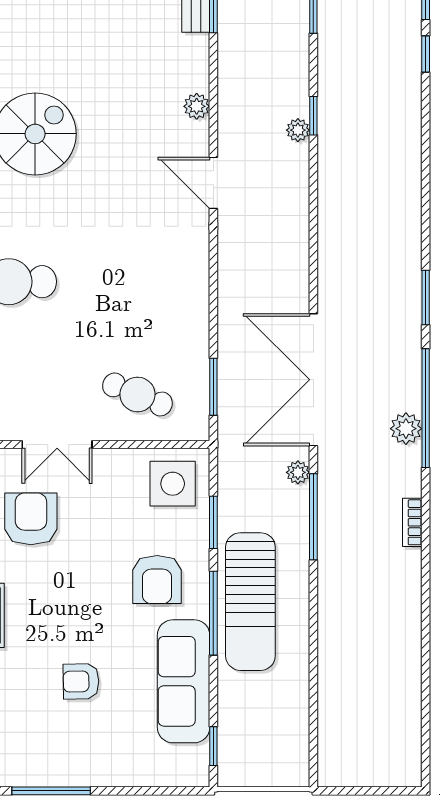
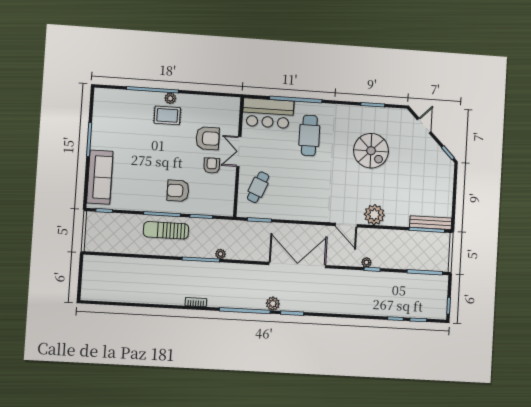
plant: (197, 106) -> (374, 215), width x1.87, depth x1.87
door: (213, 183) -> (346, 225), swing flipped
double door: (313, 380) -> (297, 265), moved
plant: (406, 429) -> (273, 304), moved
side table: (173, 484) -> (219, 200), removed
sun lounger: (250, 602) -> (166, 230), width x0.73, depth x0.75
armchair: (81, 681) -> (212, 166), moved
sofa: (184, 681) -> (100, 177), moved, turned 90

